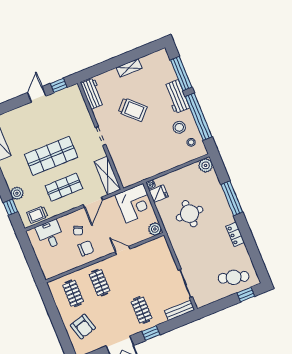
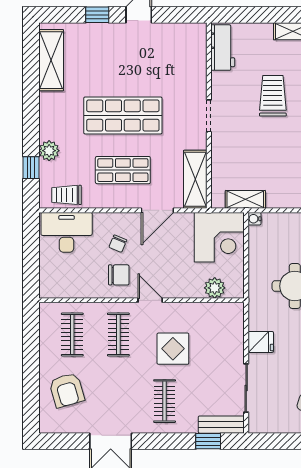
window: (59, 85) -> (97, 15), moved
trolley: (133, 110) -> (273, 96), turned -134
shelving: (141, 175) -> (245, 199), added
fridge: (159, 194) -> (261, 342), moved
plant: (155, 229) -> (215, 288), moved
desk: (50, 234) -> (67, 232), width x1.37
door: (123, 250) -> (150, 300), moved
display table: (134, 278) -> (173, 349), added
window: (151, 333) -> (208, 441), moved

